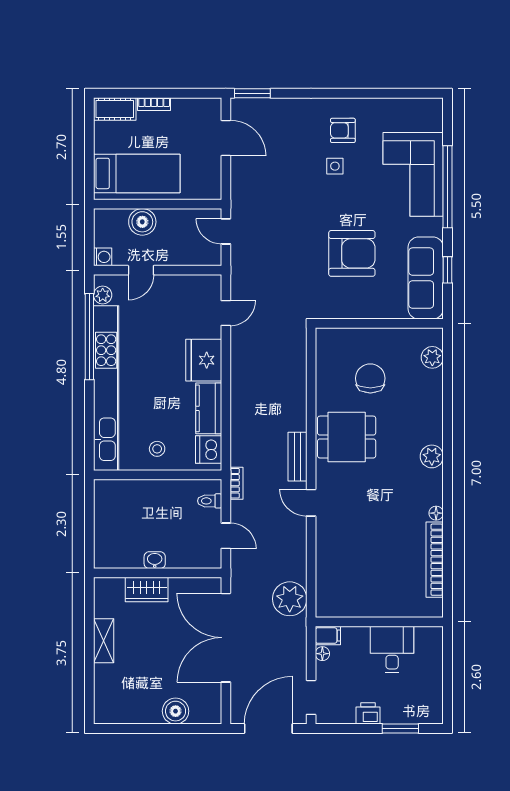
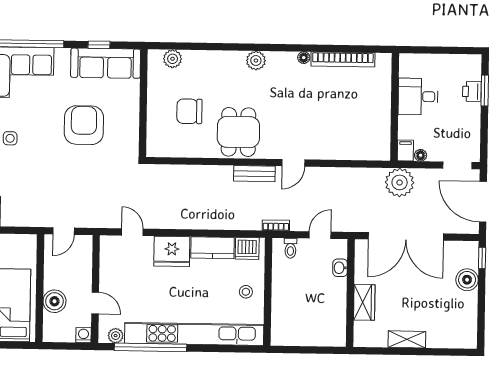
washbasin: (155, 560) -> (340, 268), moved
plant: (290, 599) -> (400, 182), moved
printer: (368, 713) -> (472, 91), moved
window: (202, 728) -> (482, 258), added

